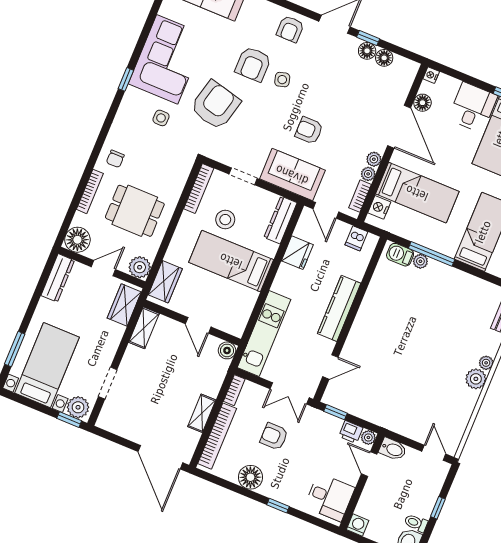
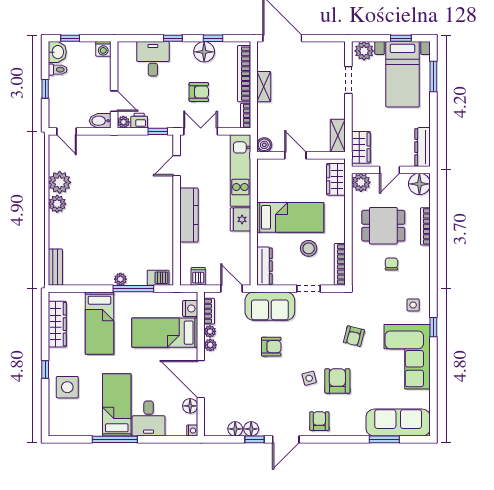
armchair: (215, 105) -> (354, 336), width x0.53, depth x0.53
side table: (161, 118) -> (413, 305), moved
chair: (115, 159) -> (391, 264), moved
fridge: (297, 253) -> (240, 219), moved
plant: (420, 261) -> (120, 279), moved
plant: (486, 363) -> (60, 182), moved, width x1.88, depth x1.88
window: (69, 420) -> (401, 38), moved
window: (235, 488) -> (213, 38), added
desk: (330, 497) -> (153, 59), moved, turned 90

